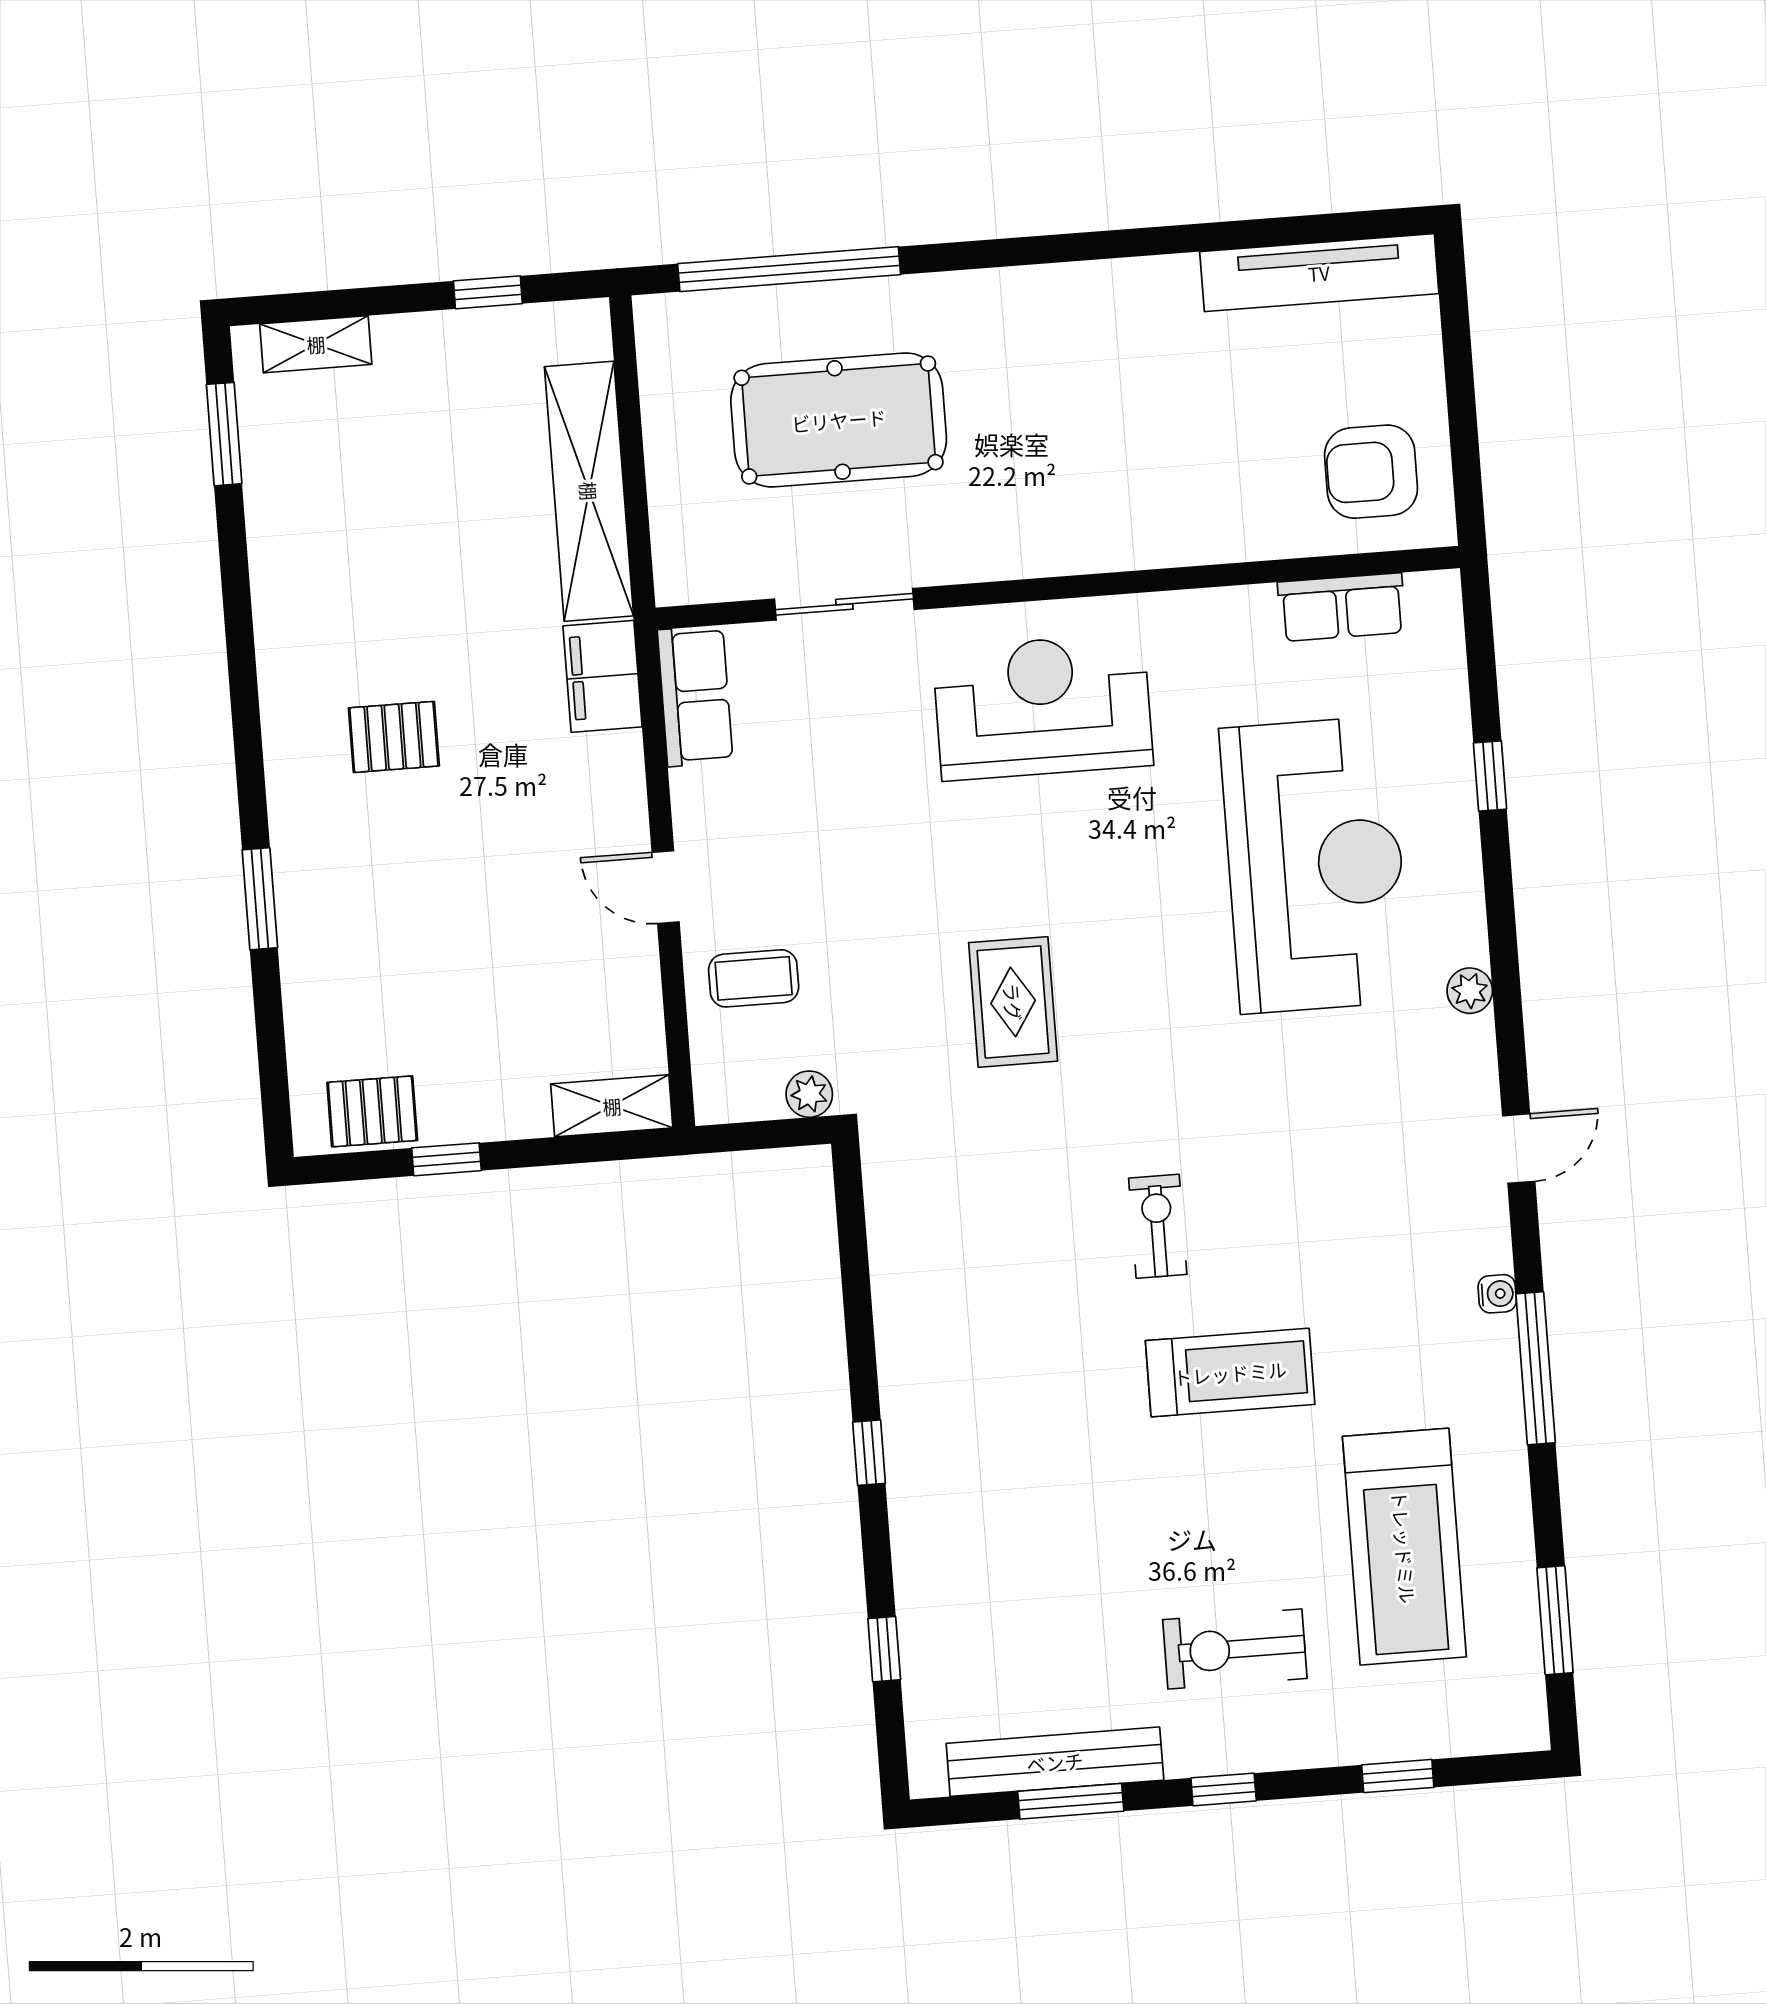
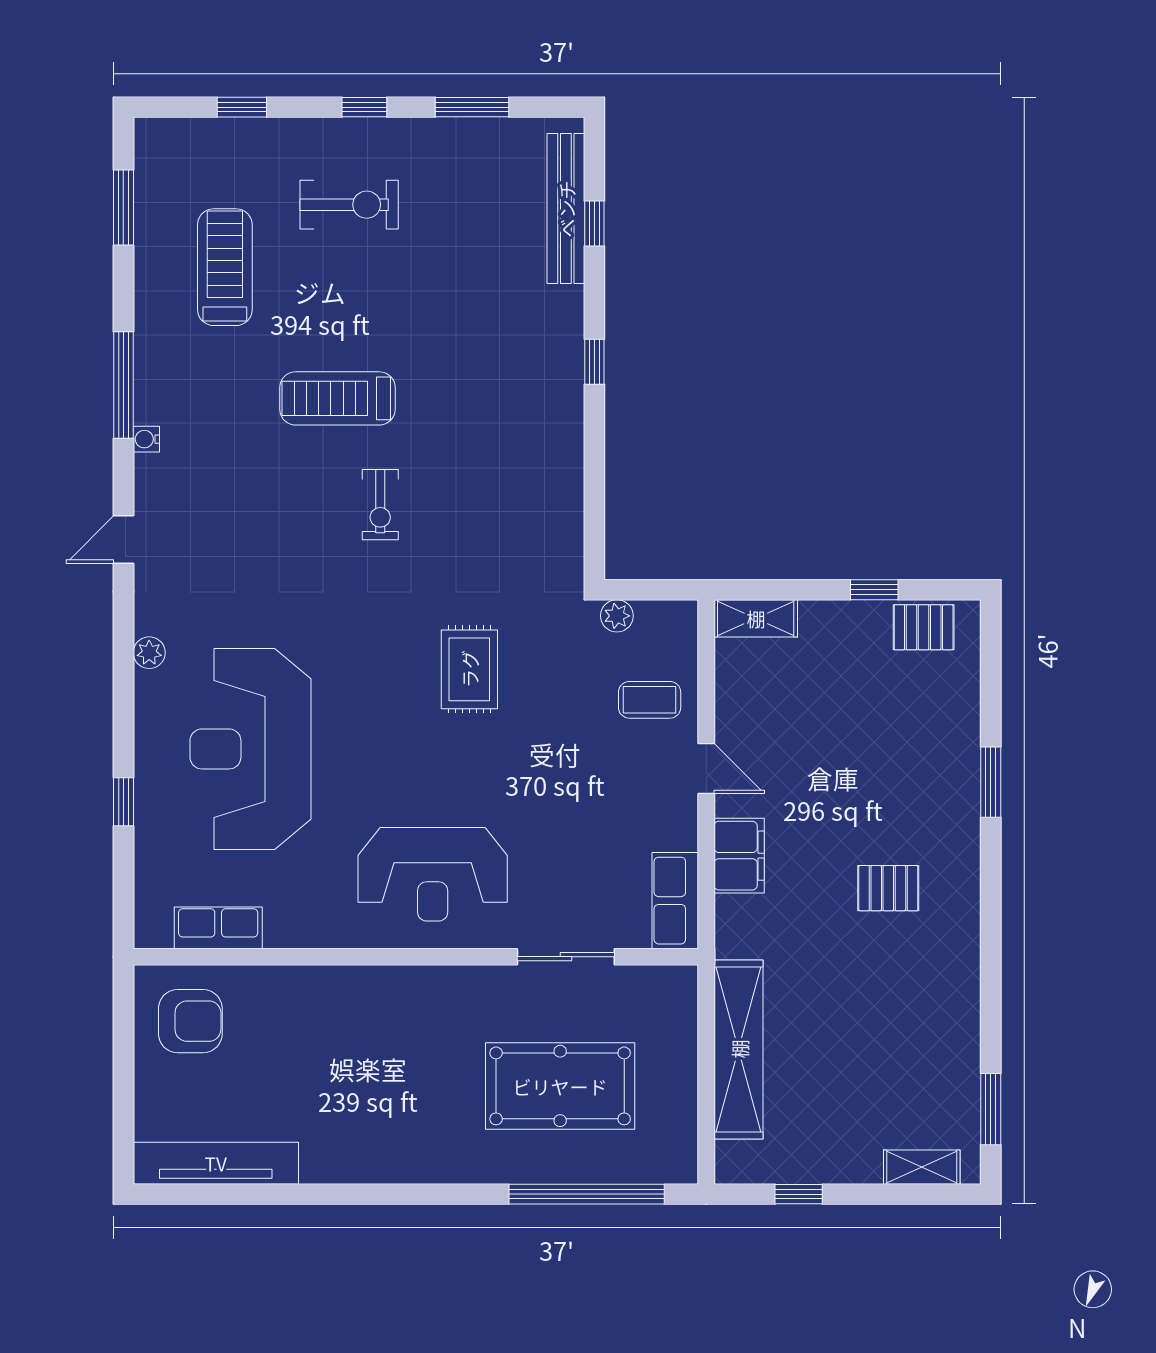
filing cabinet: (602, 676) -> (739, 856), moved
treadmill: (1404, 1547) -> (225, 267), width x0.73, depth x0.73
bench: (1055, 1762) -> (566, 209), moved, turned 90

